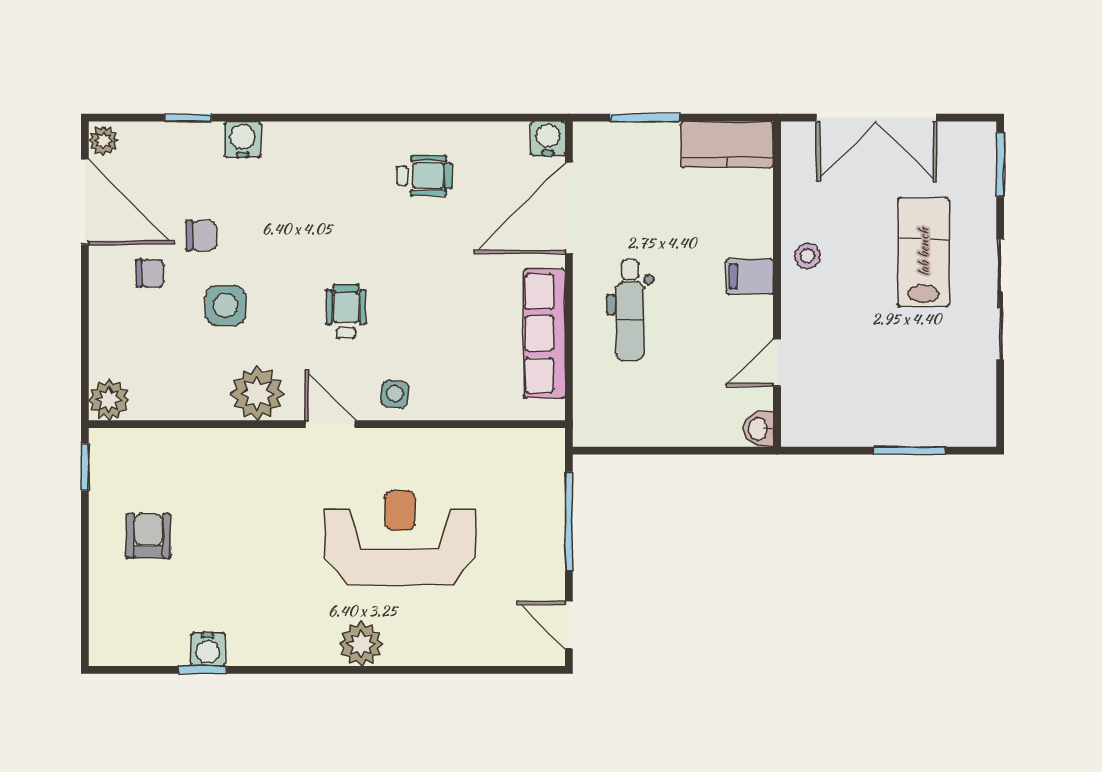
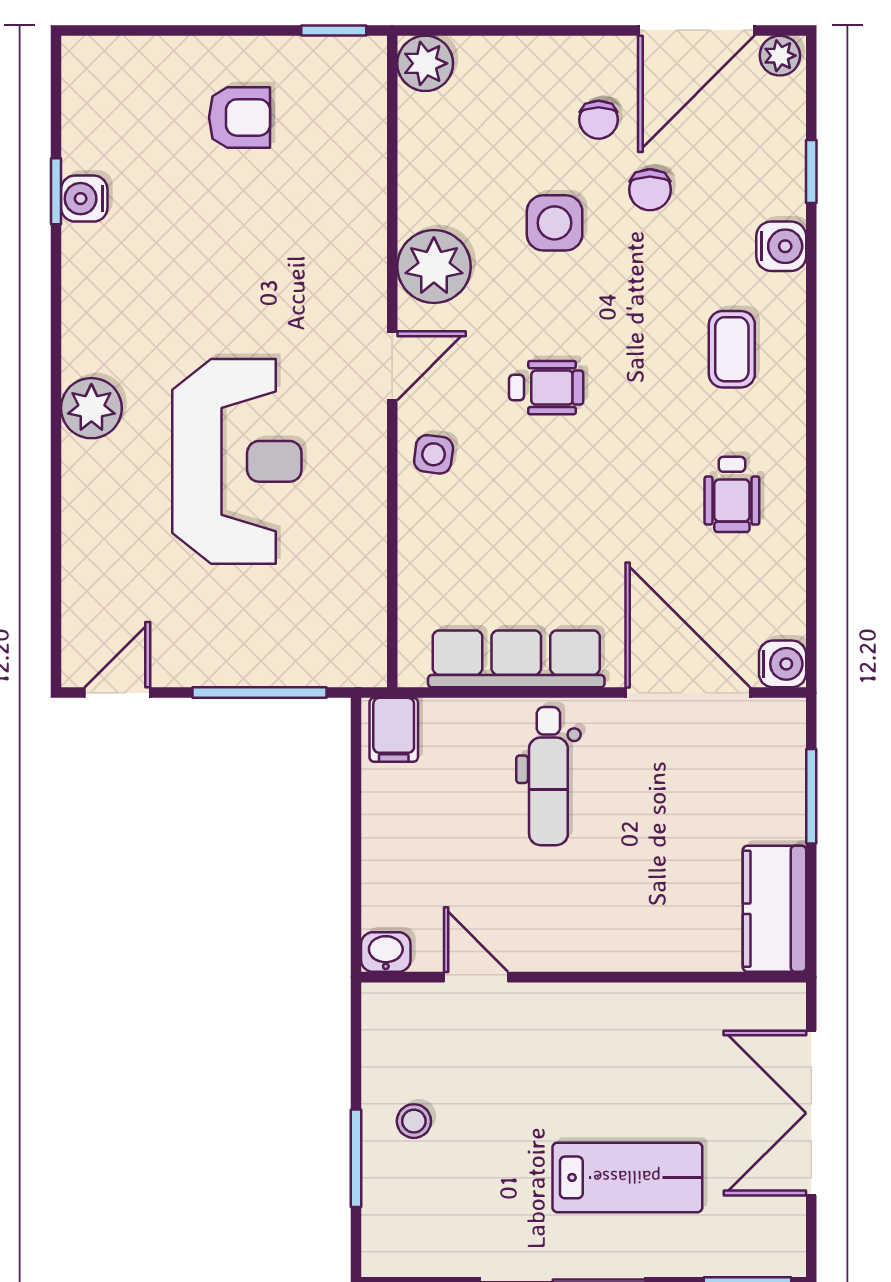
coffee table: (318, 176) -> (732, 349), added
stool: (807, 256) -> (414, 1121), moved
filing cabinet: (750, 276) -> (394, 730), moved, turned 180
dental chair: (630, 310) -> (548, 776), turned -90

